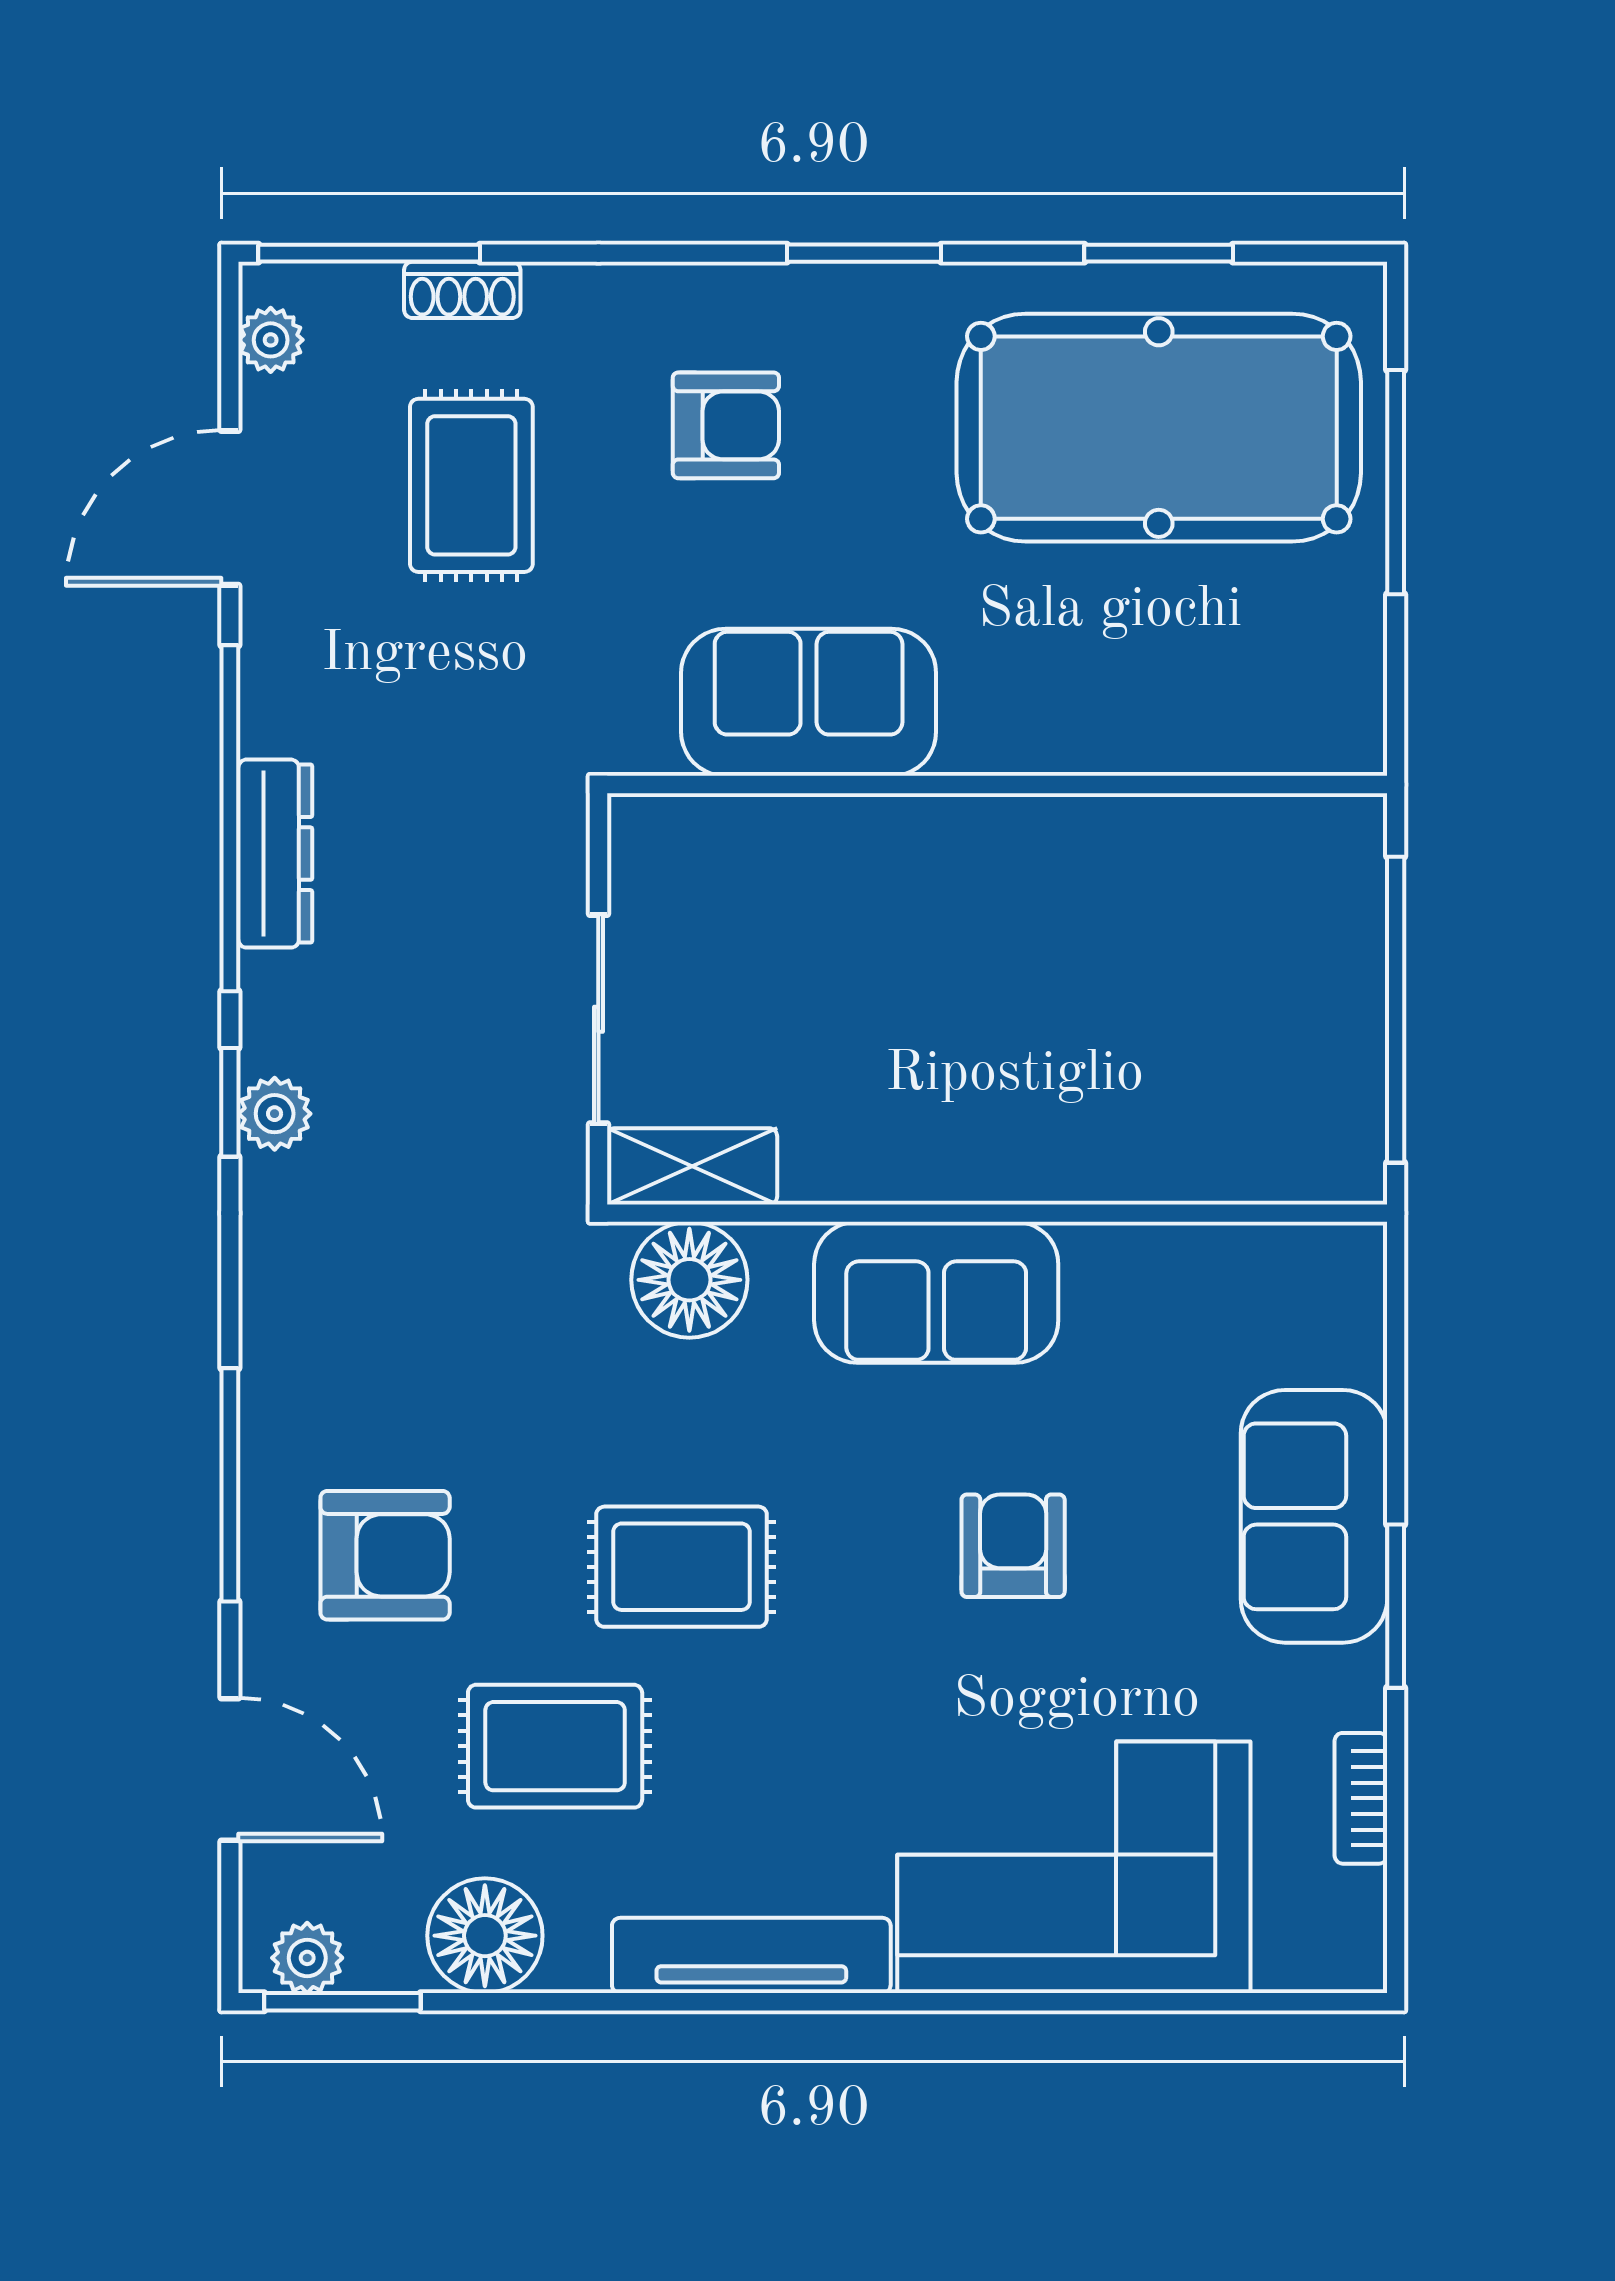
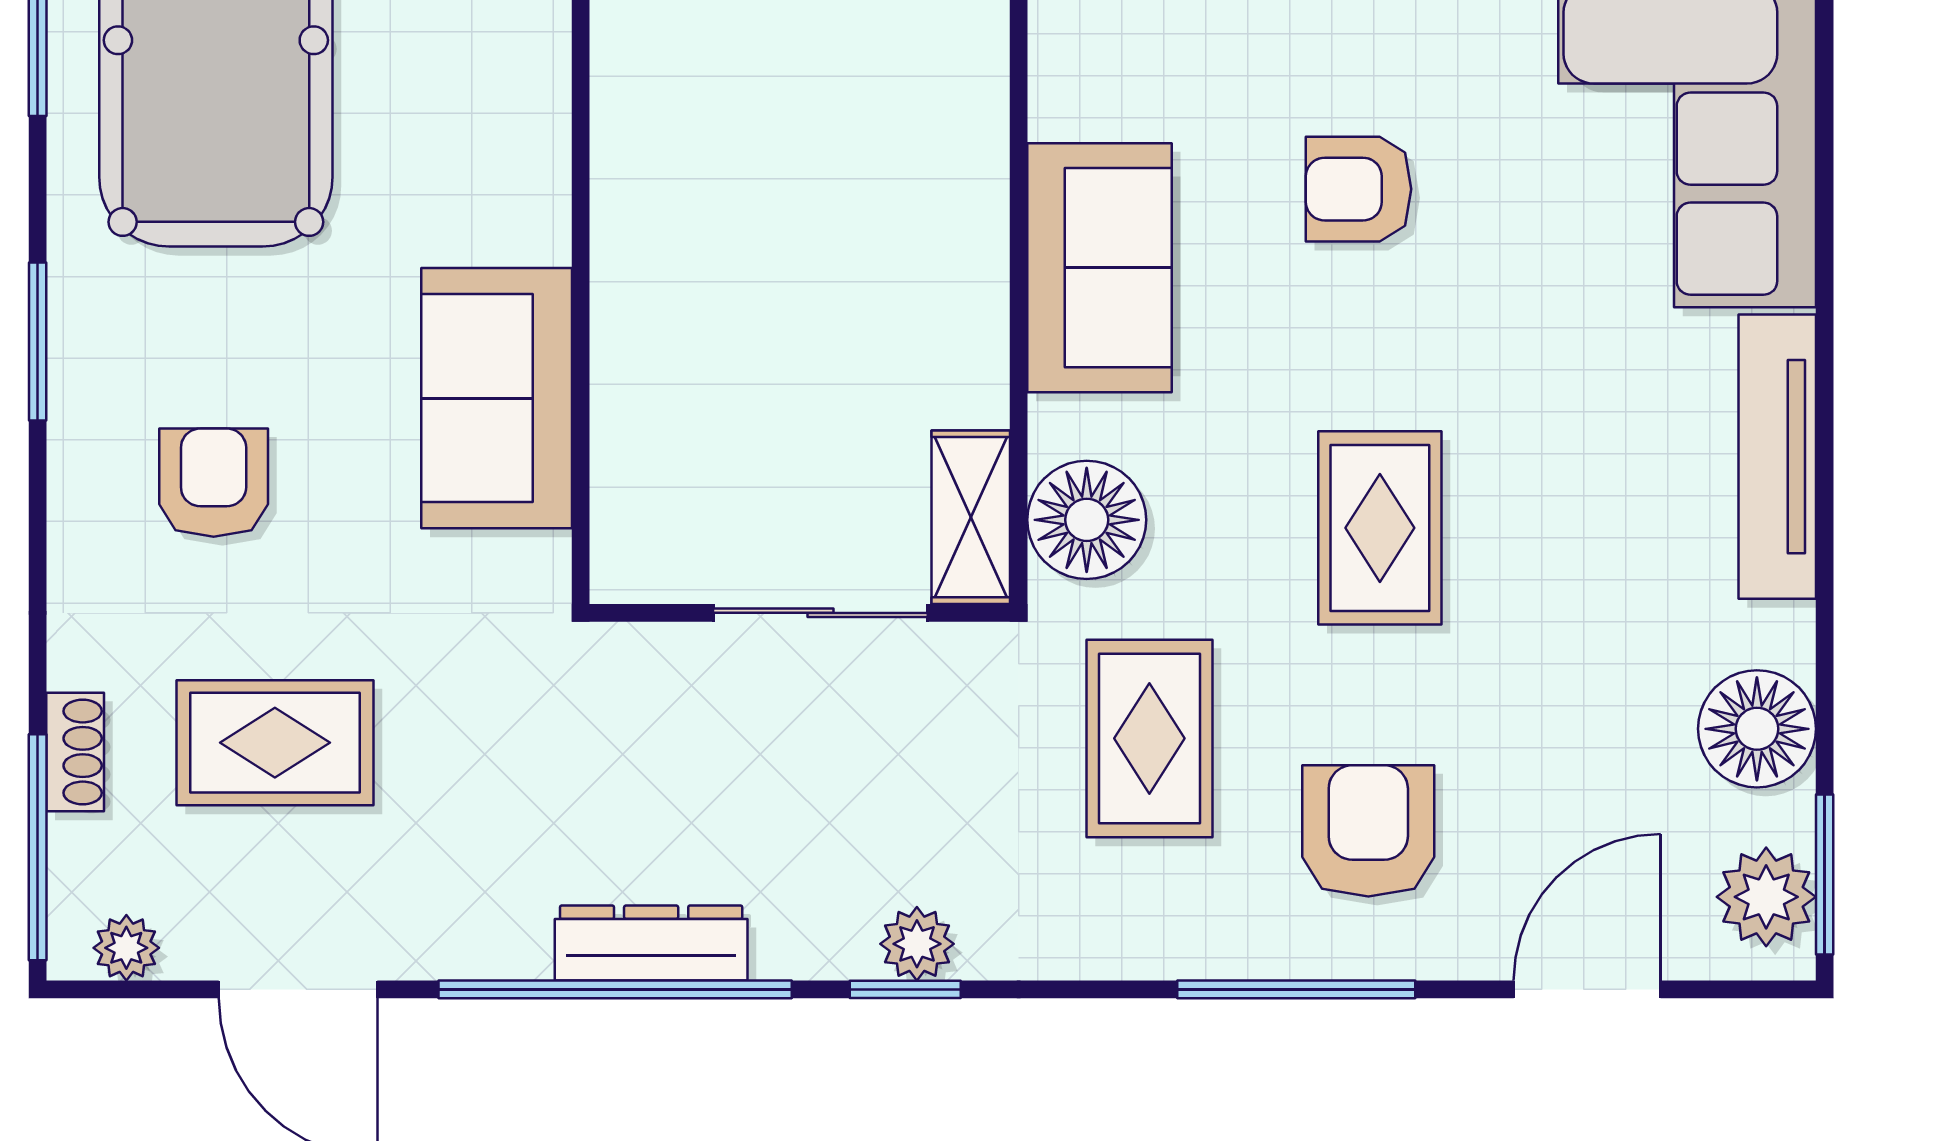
rug: (555, 1746) -> (1149, 738), moved
plant: (307, 1958) -> (1766, 897), width x1.38, depth x1.38

